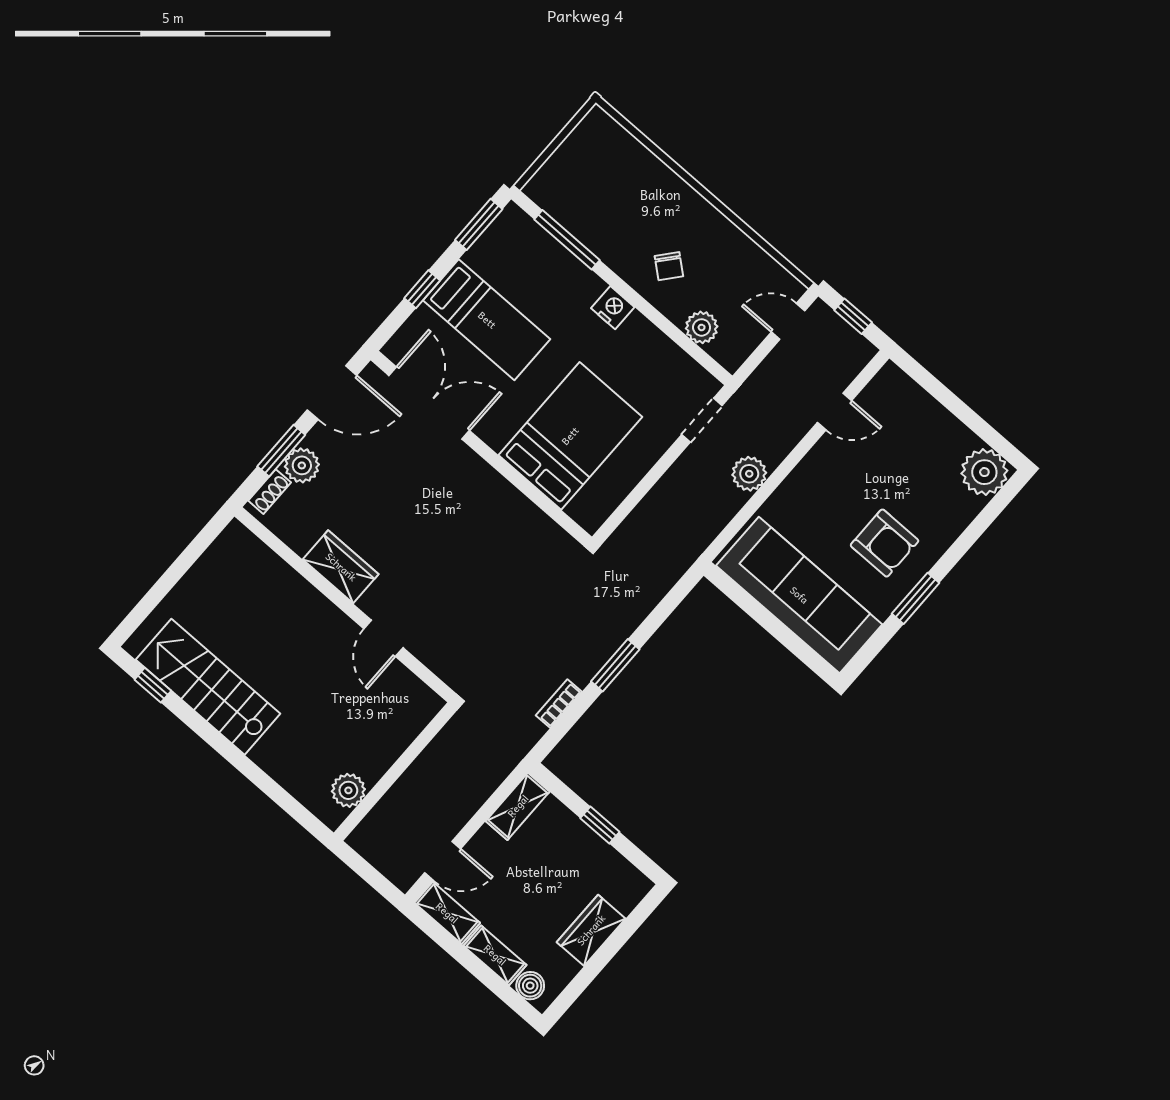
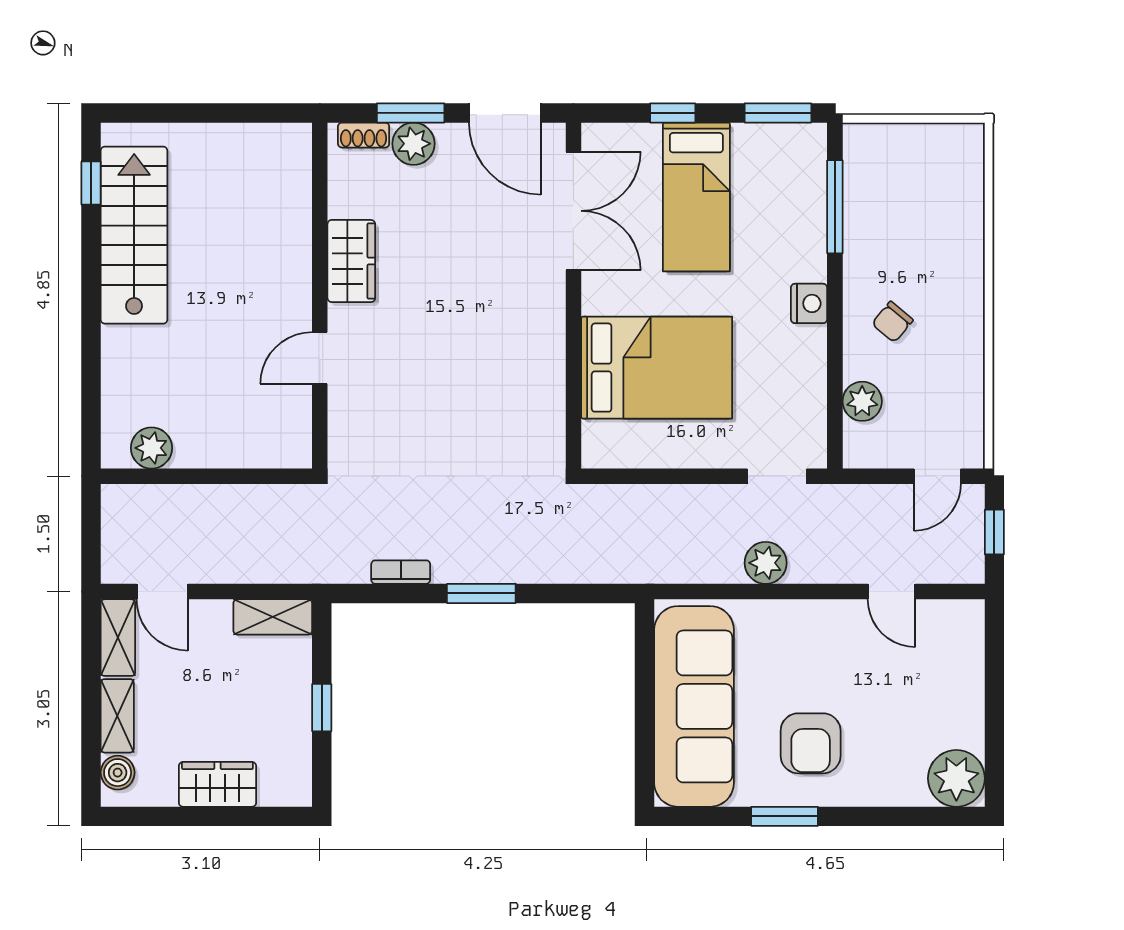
door: (788, 321) -> (937, 476), swing flipped

